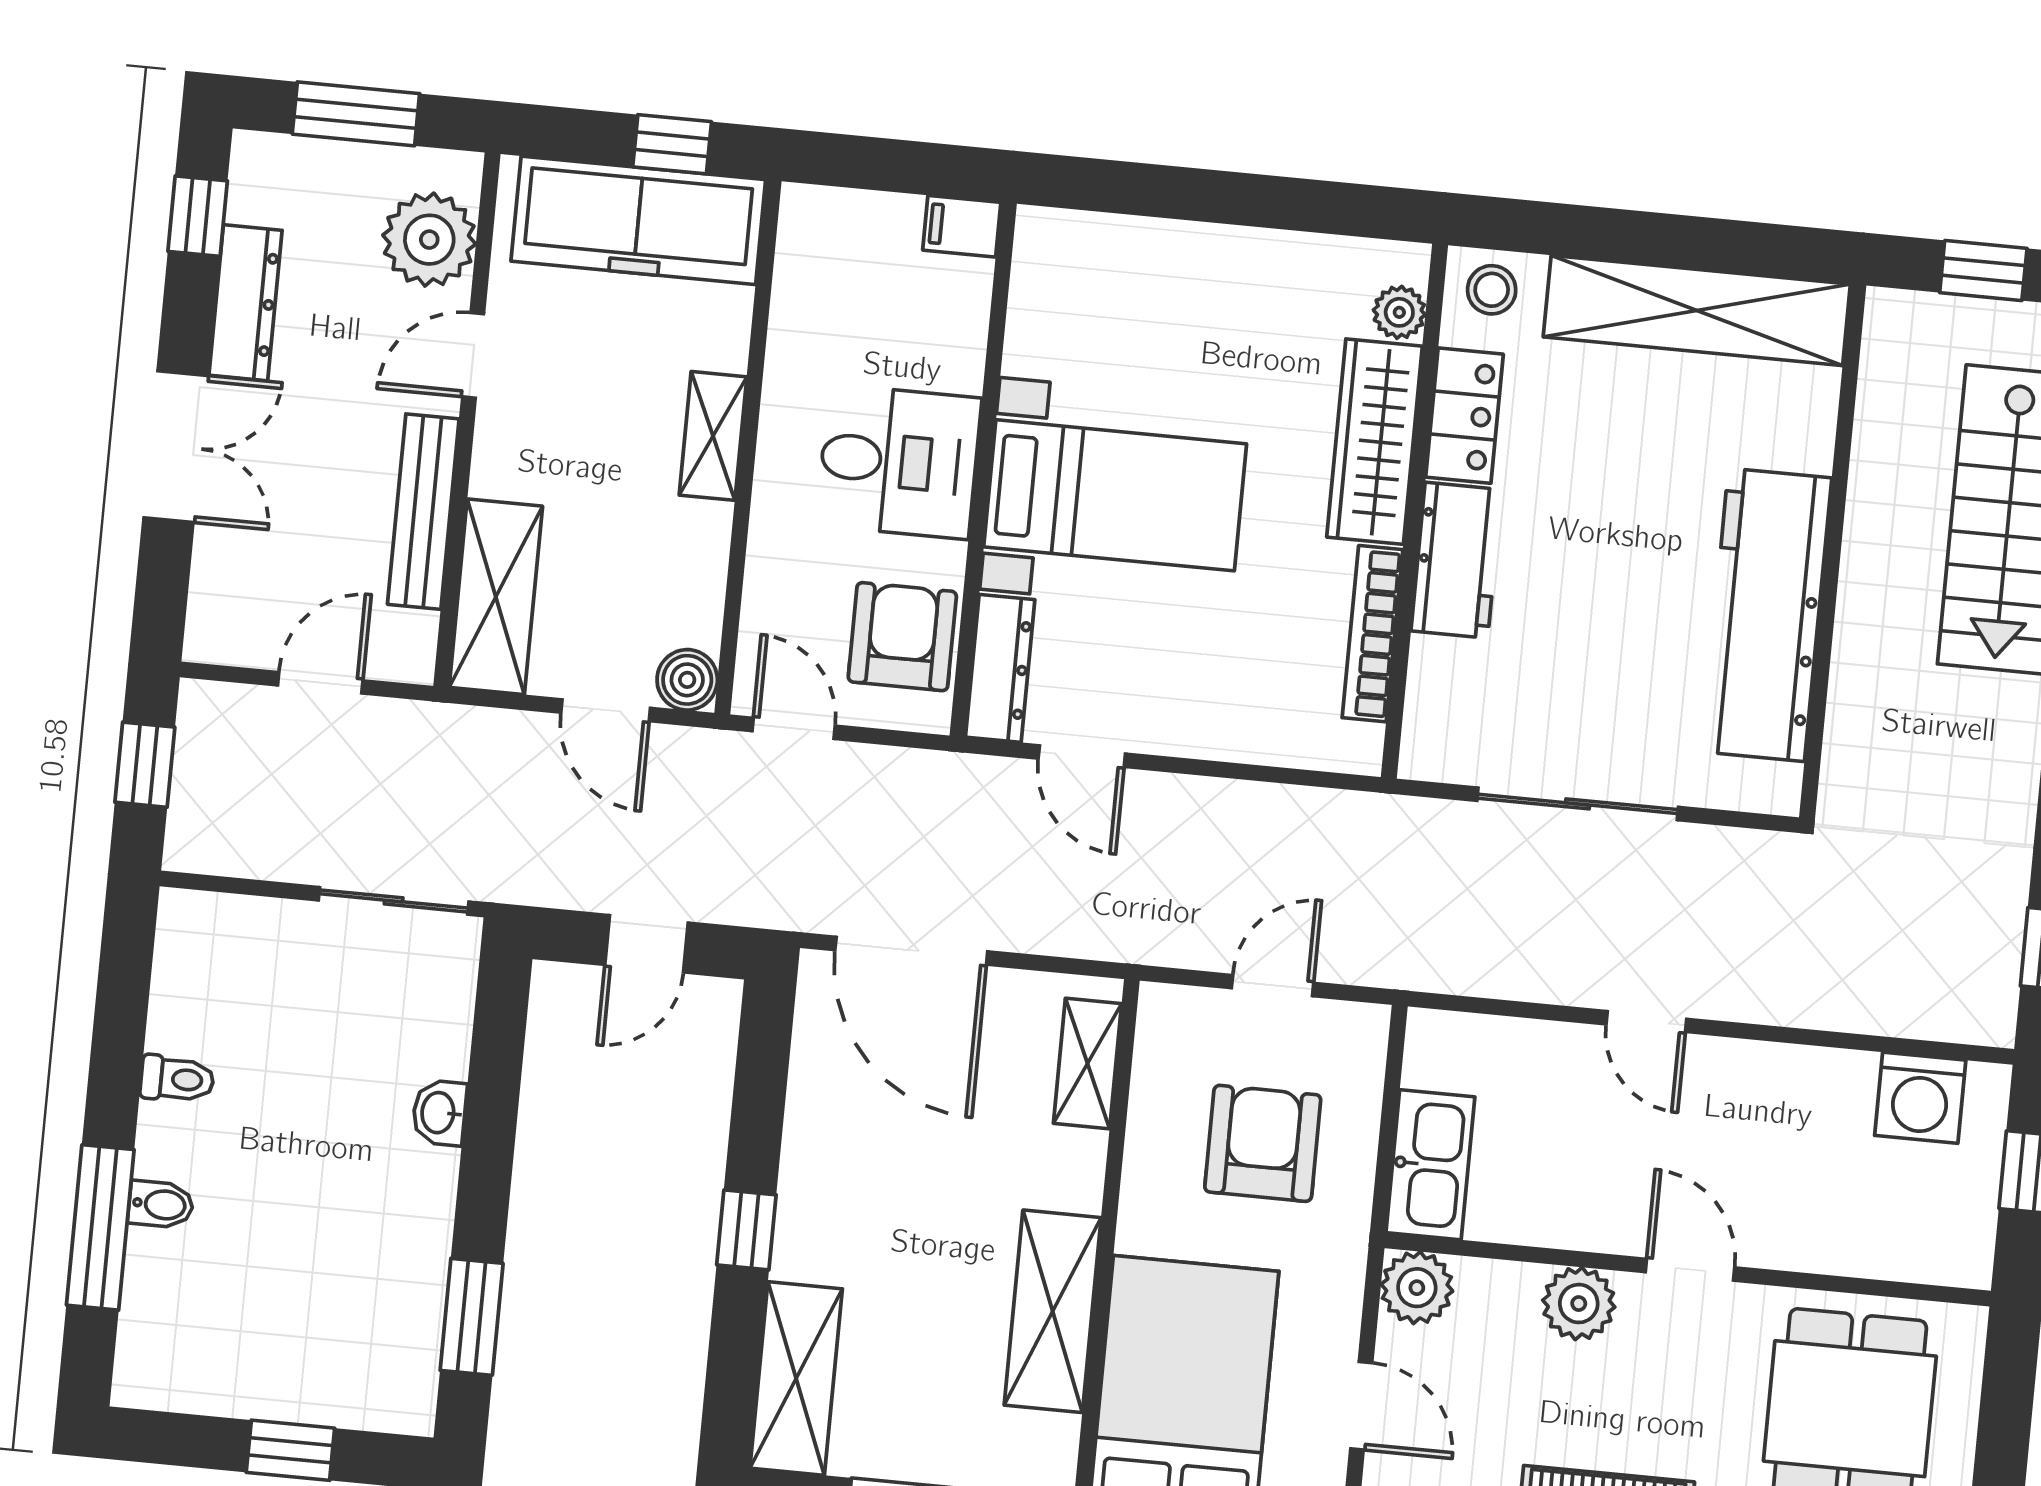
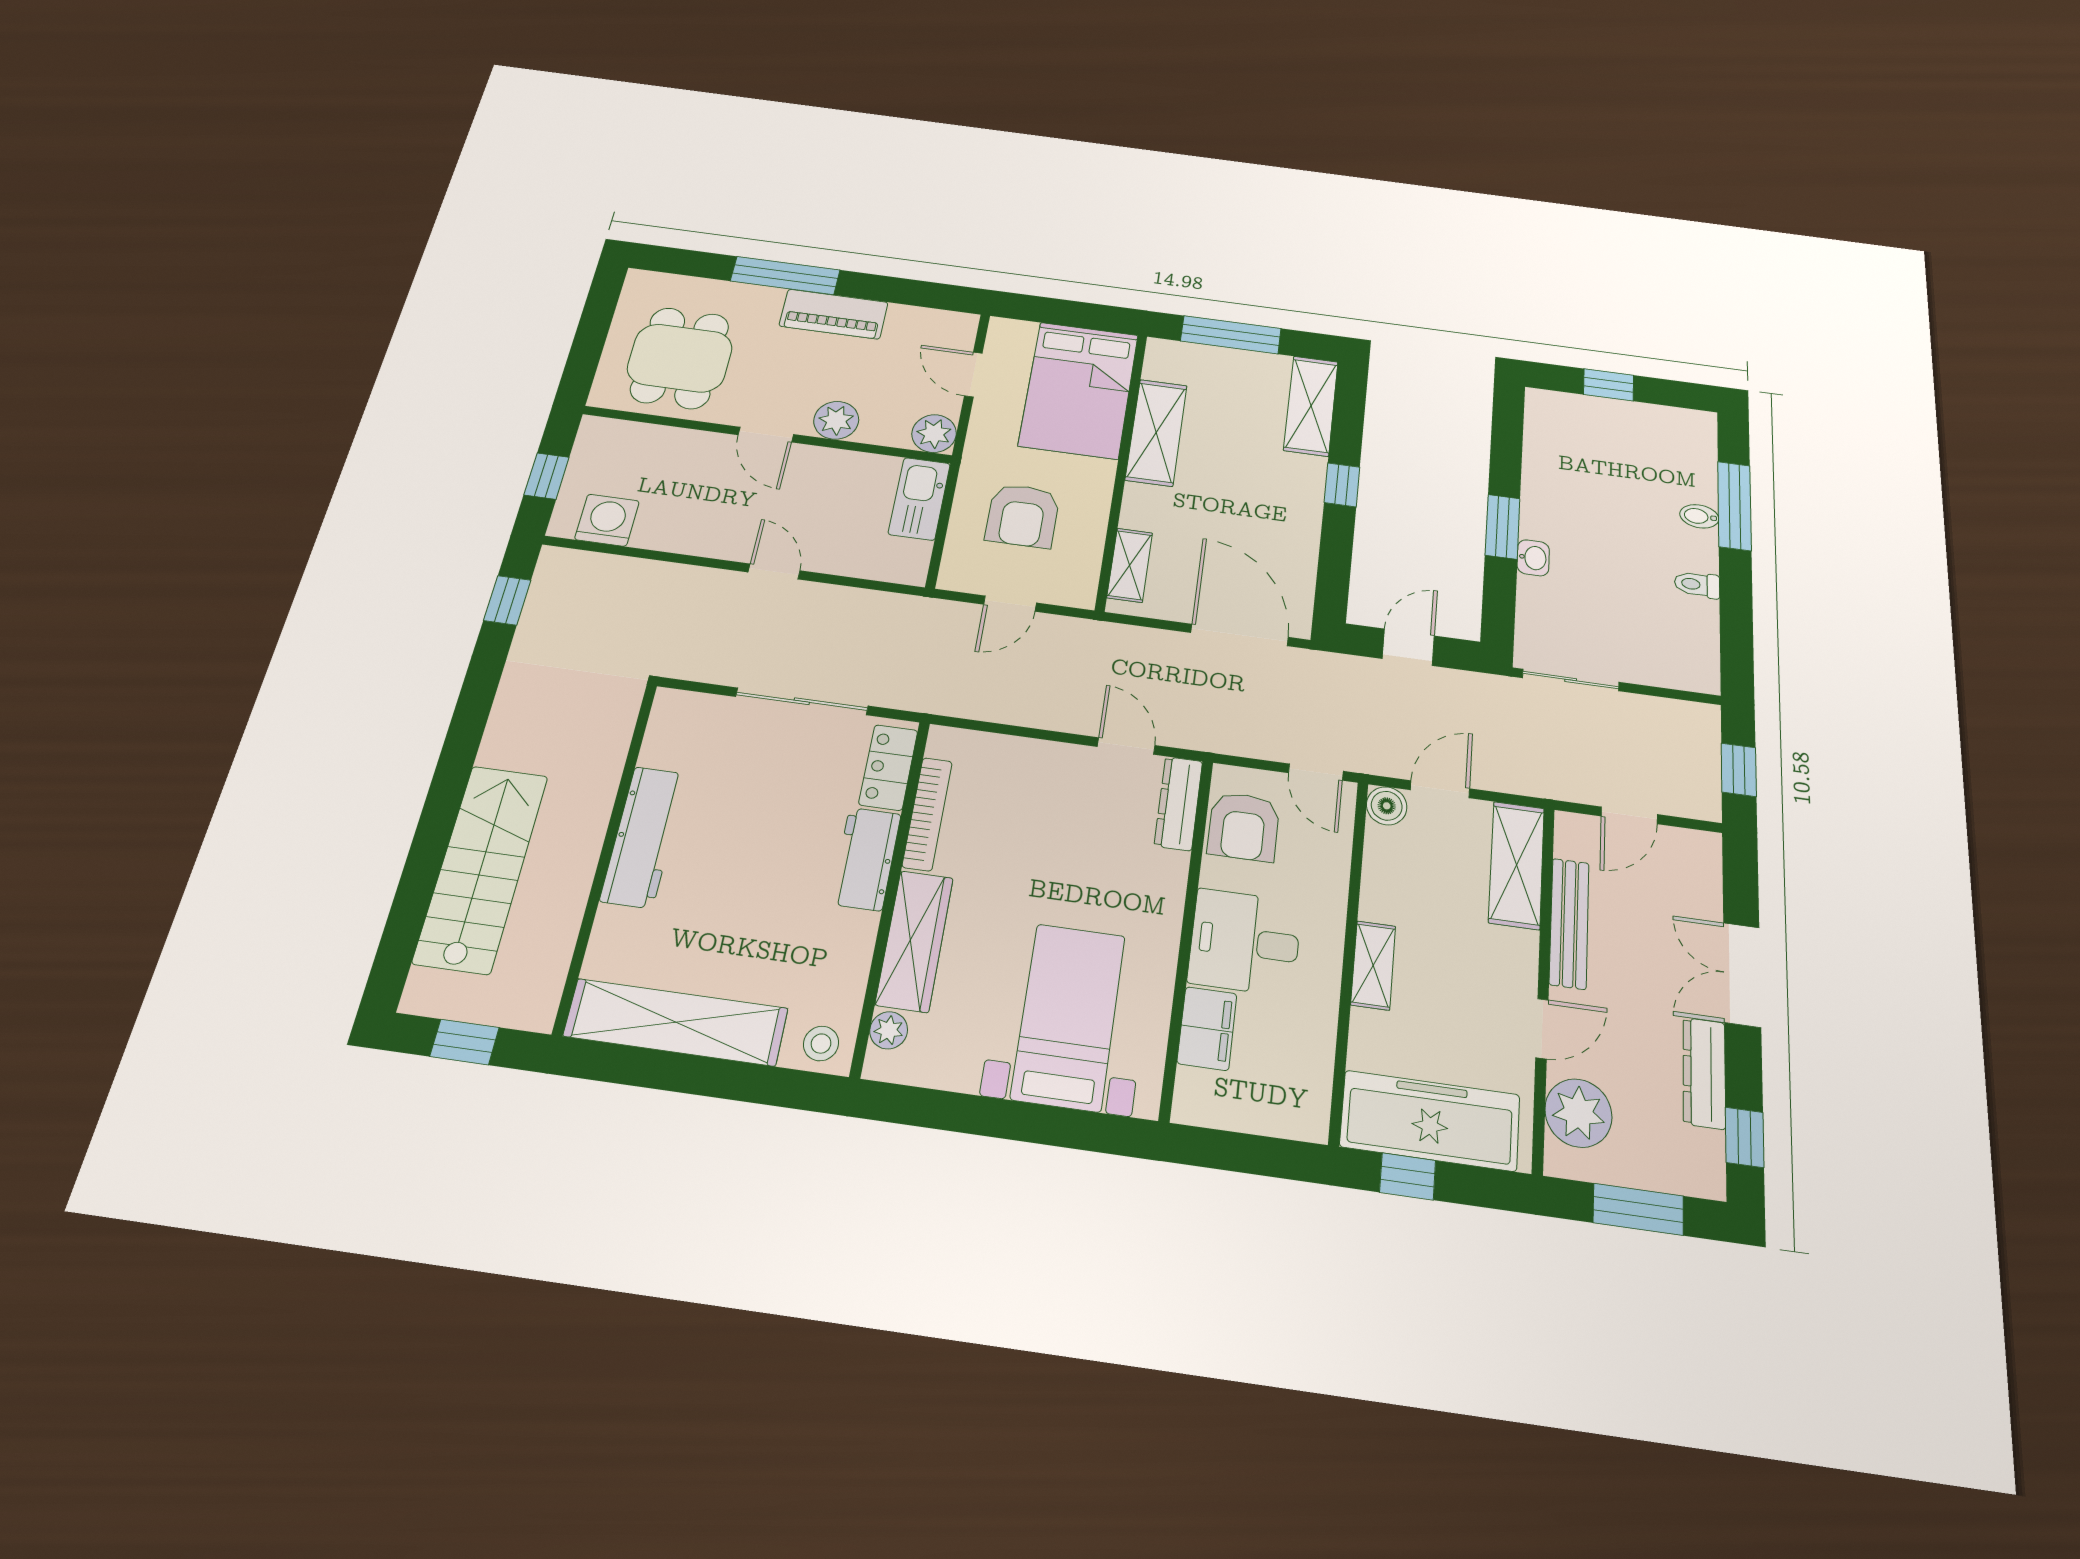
filing cabinet: (962, 226) -> (1207, 1028), moved, width x2.00
locker: (1464, 416) -> (888, 767), moved
bed with nightstands: (1115, 495) -> (1068, 1016), moved, turned 90
workbench: (1766, 615) -> (644, 837), width x0.73, depth x0.76
door: (606, 710) -> (1440, 789), hinge flipped
window: (472, 1317) -> (1503, 527), moved

